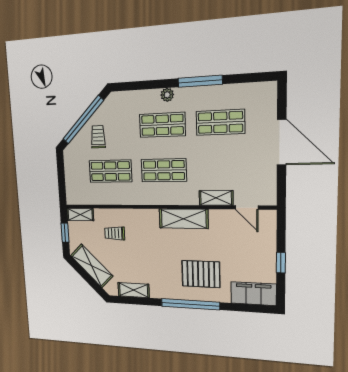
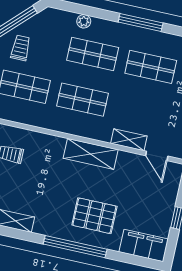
plant: (167, 95) -> (84, 21), moved

